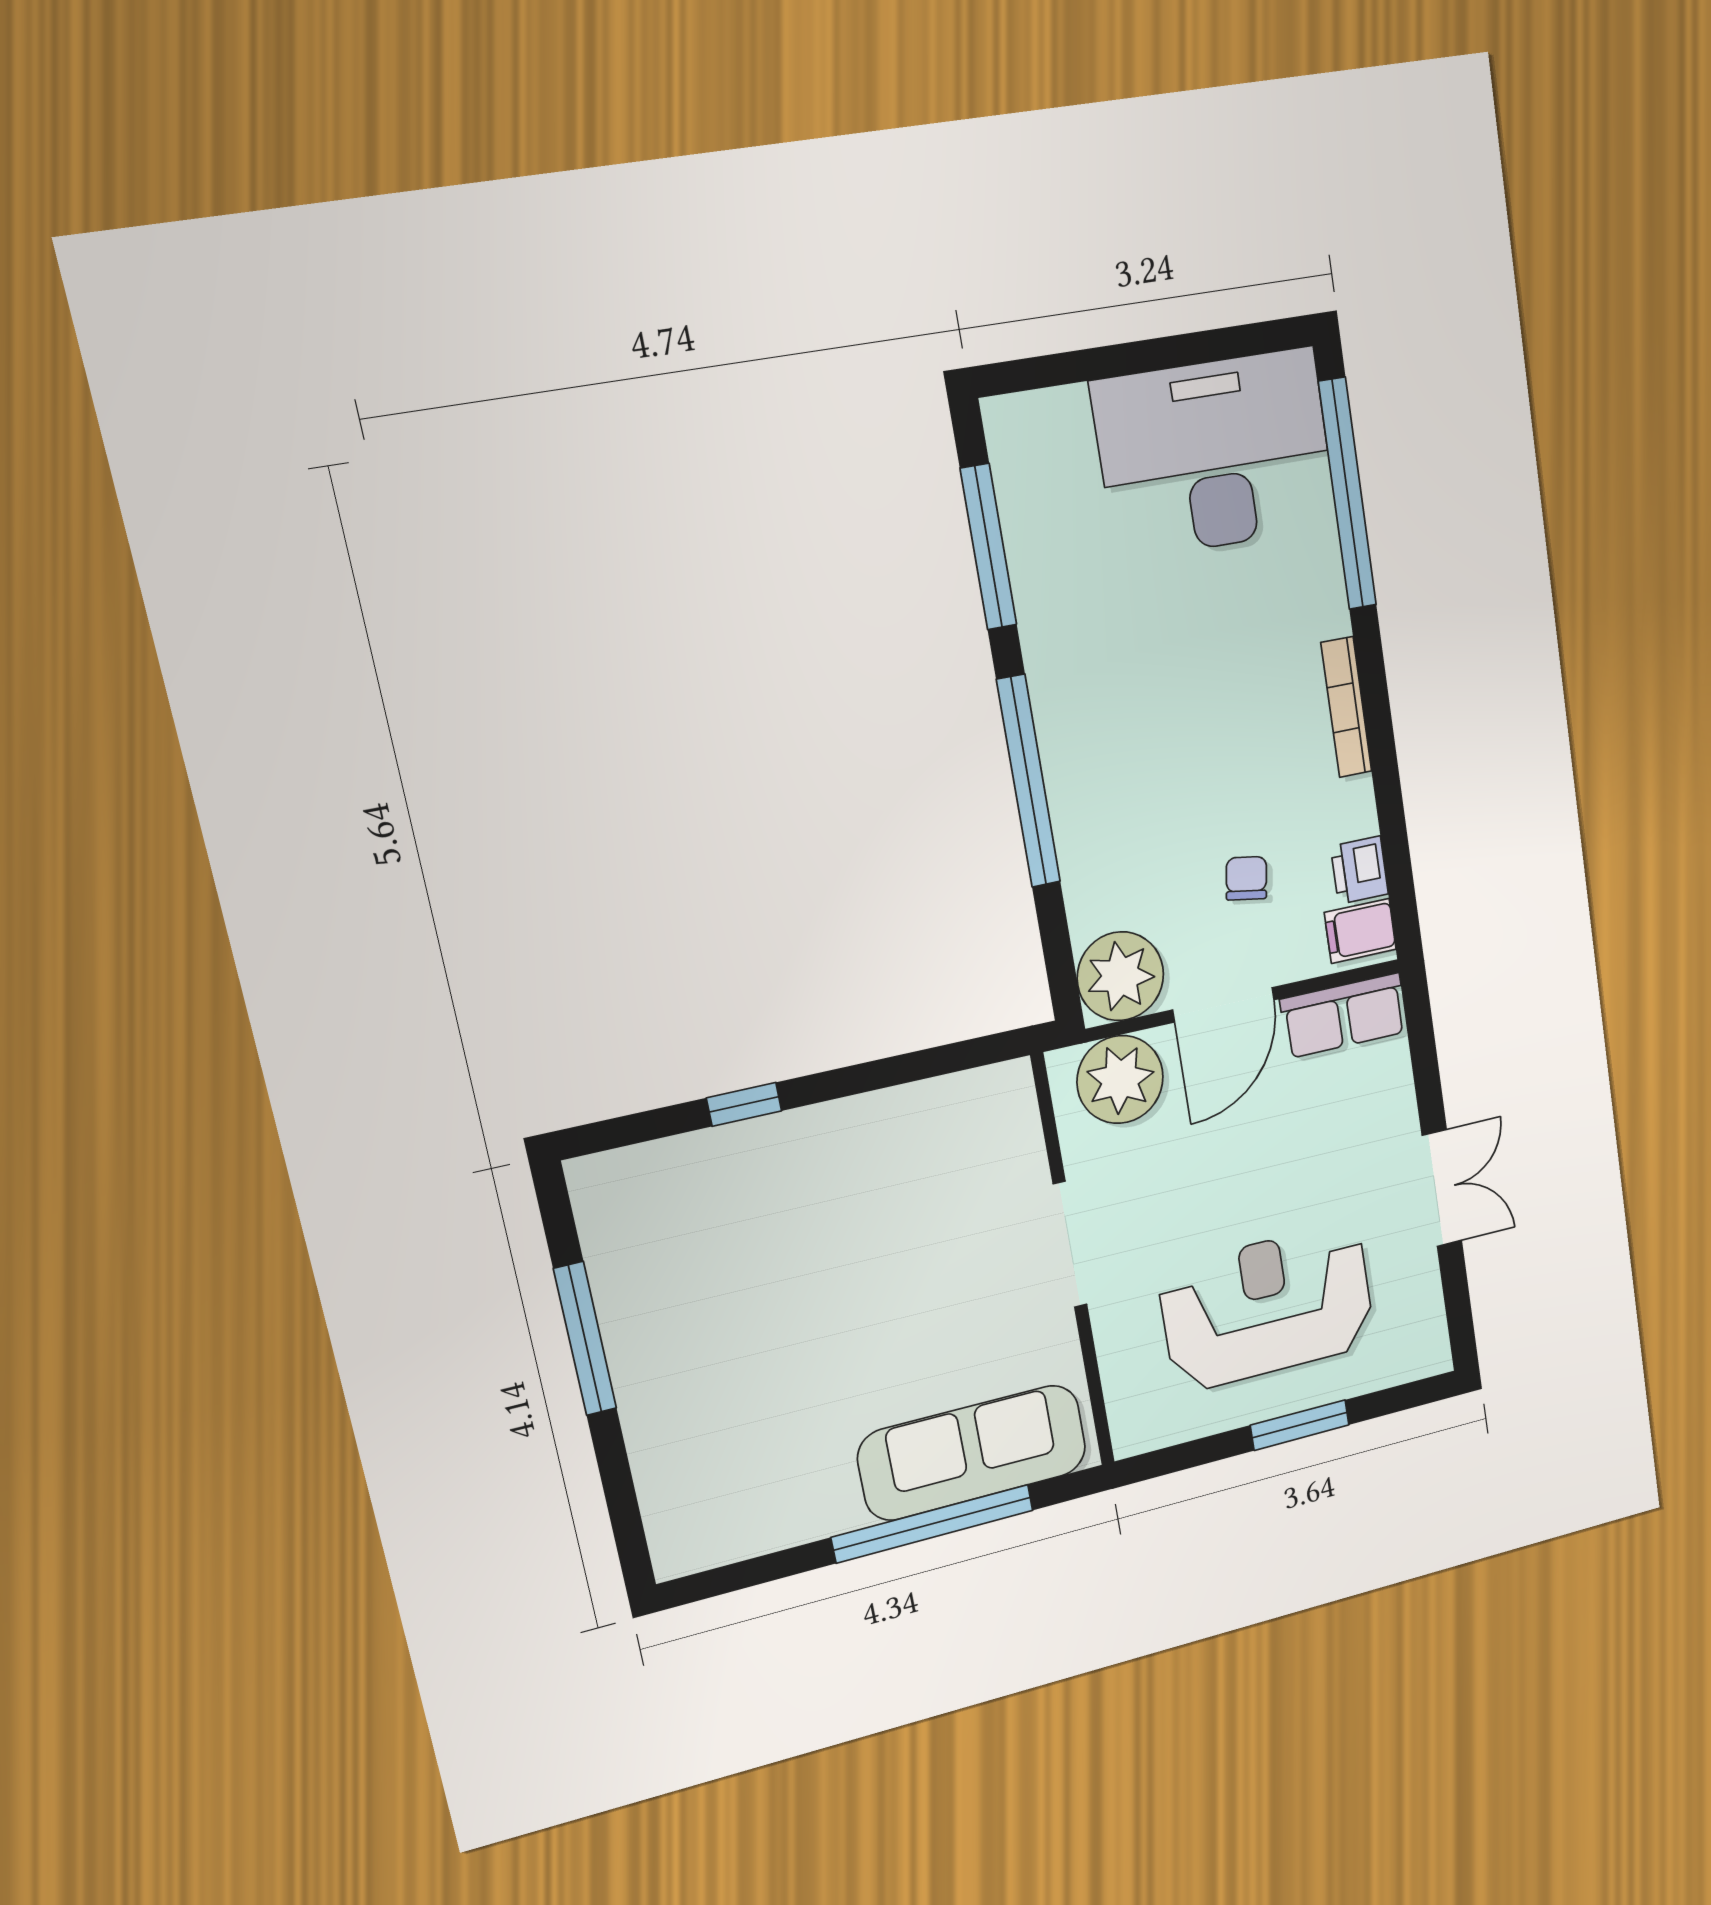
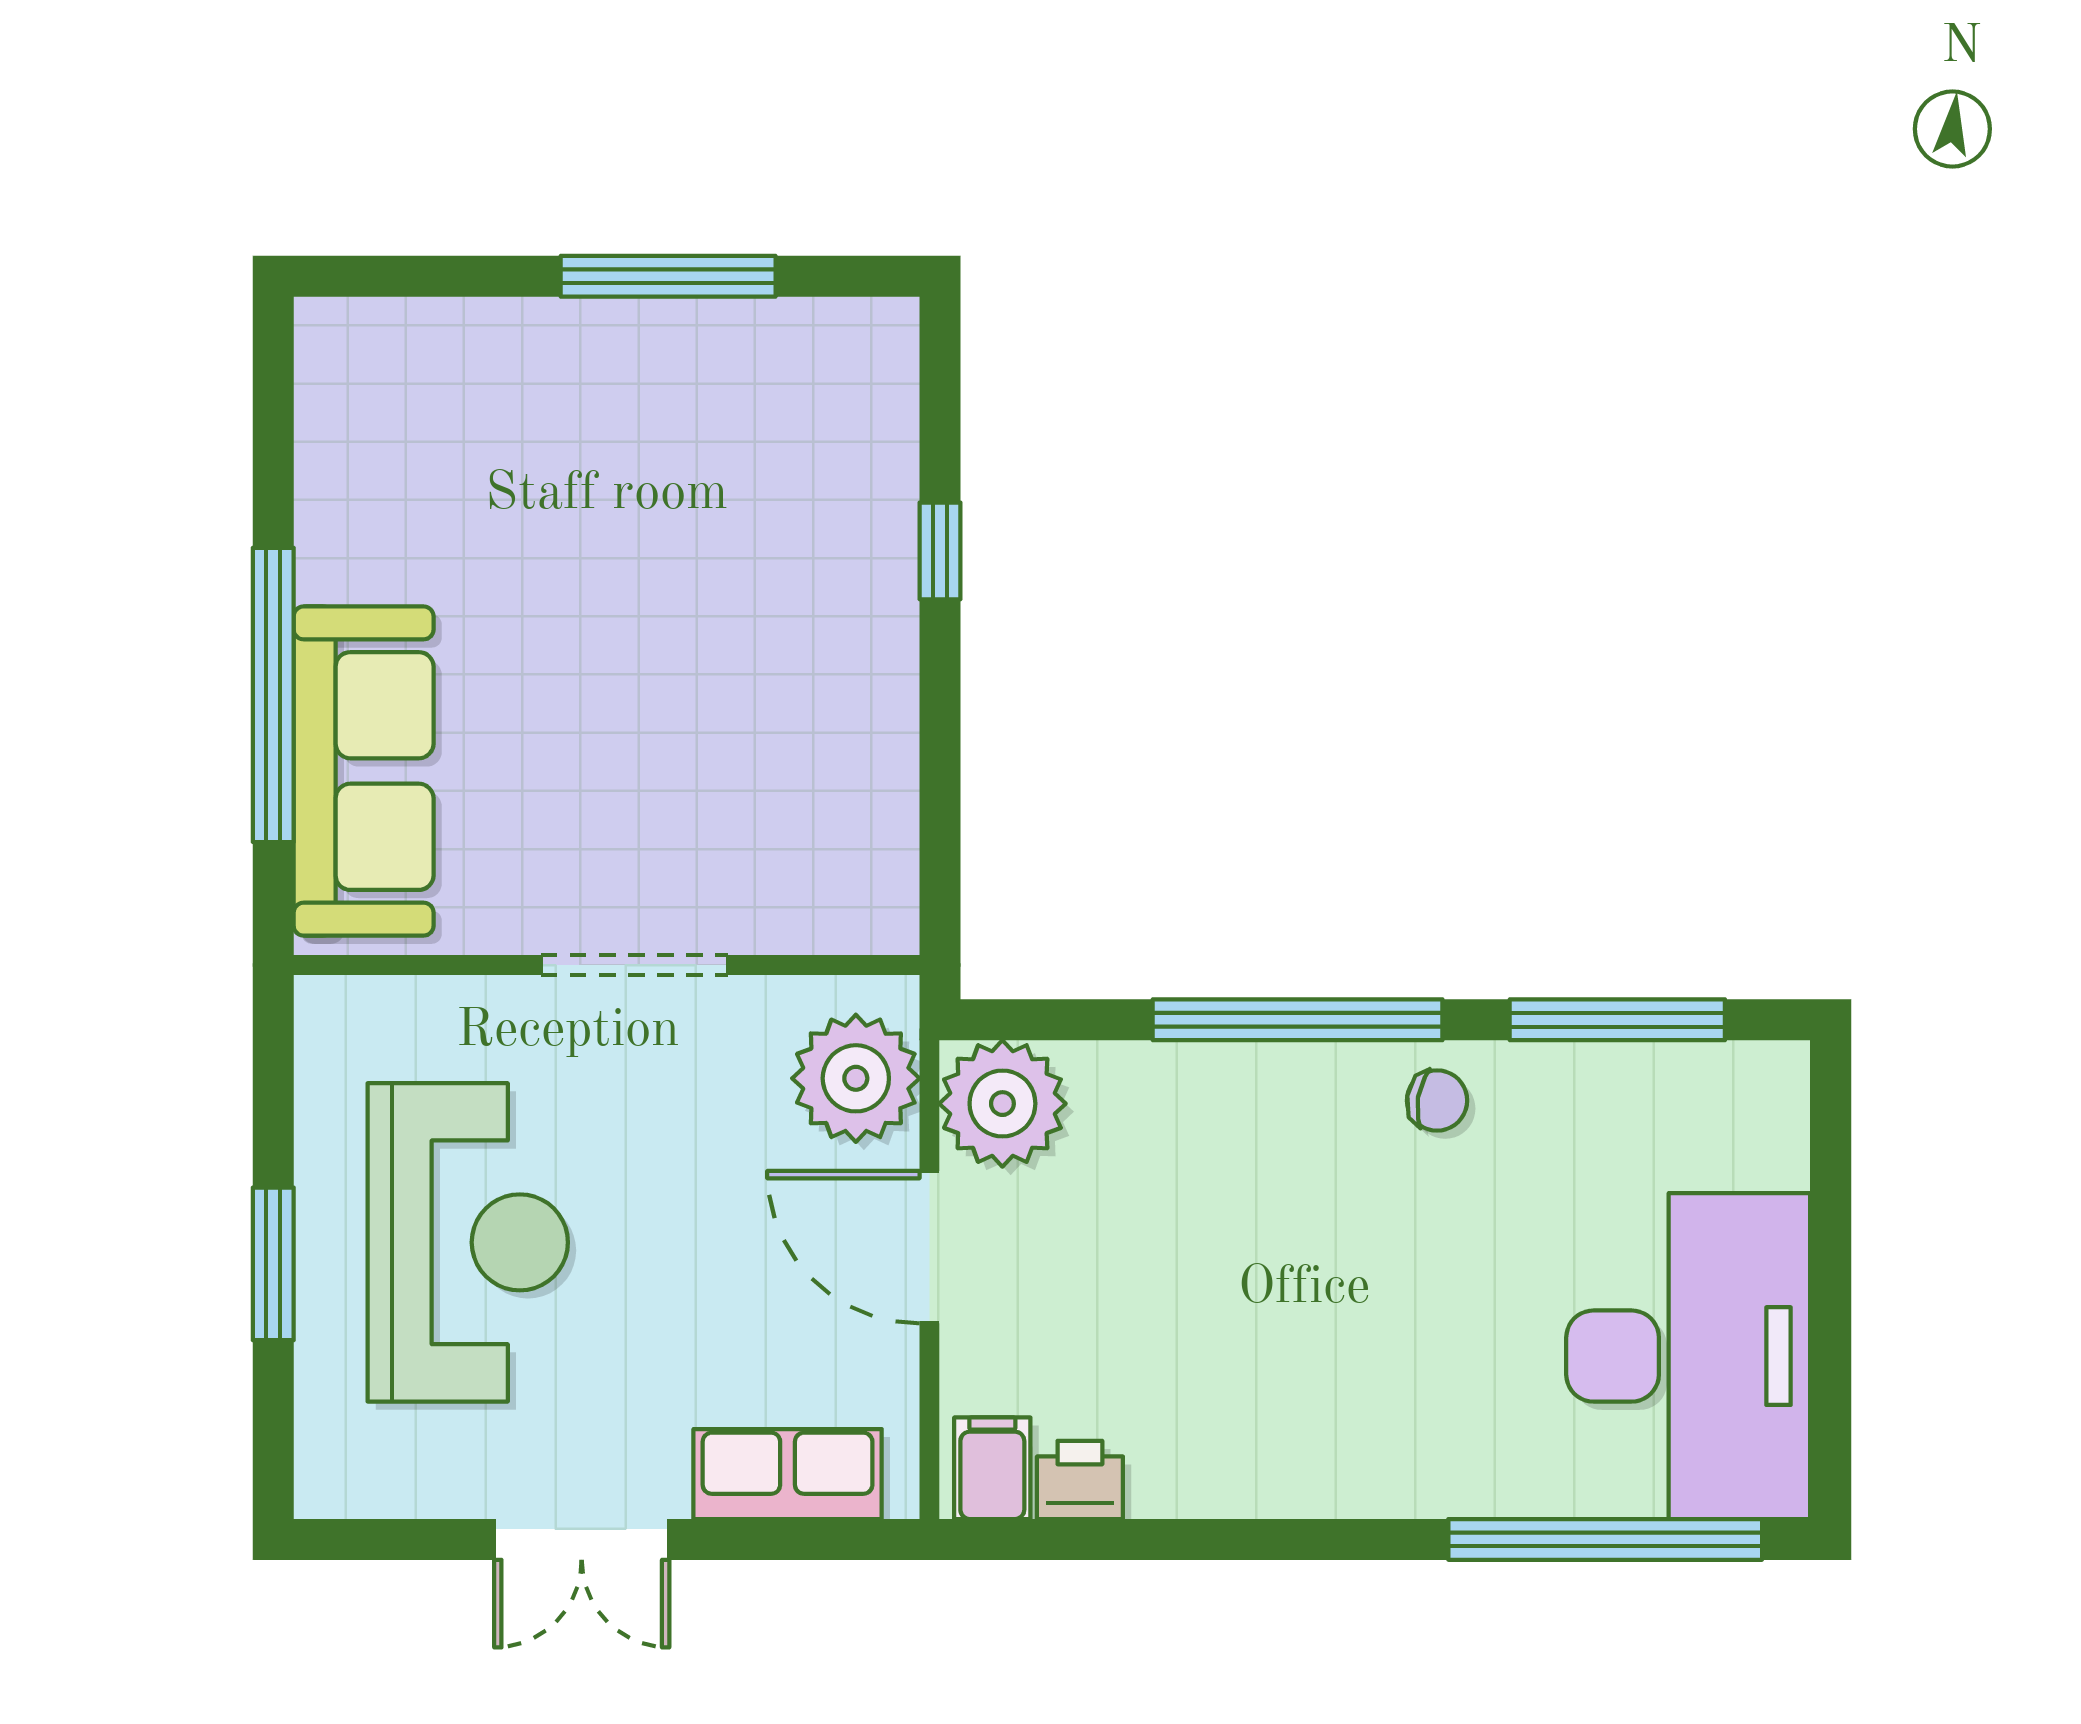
bookcase: (1346, 707) -> (1314, 1494), removed
chair: (1246, 878) -> (1437, 1101), moved
row of seats: (1344, 1016) -> (788, 1474), moved, turned 90

